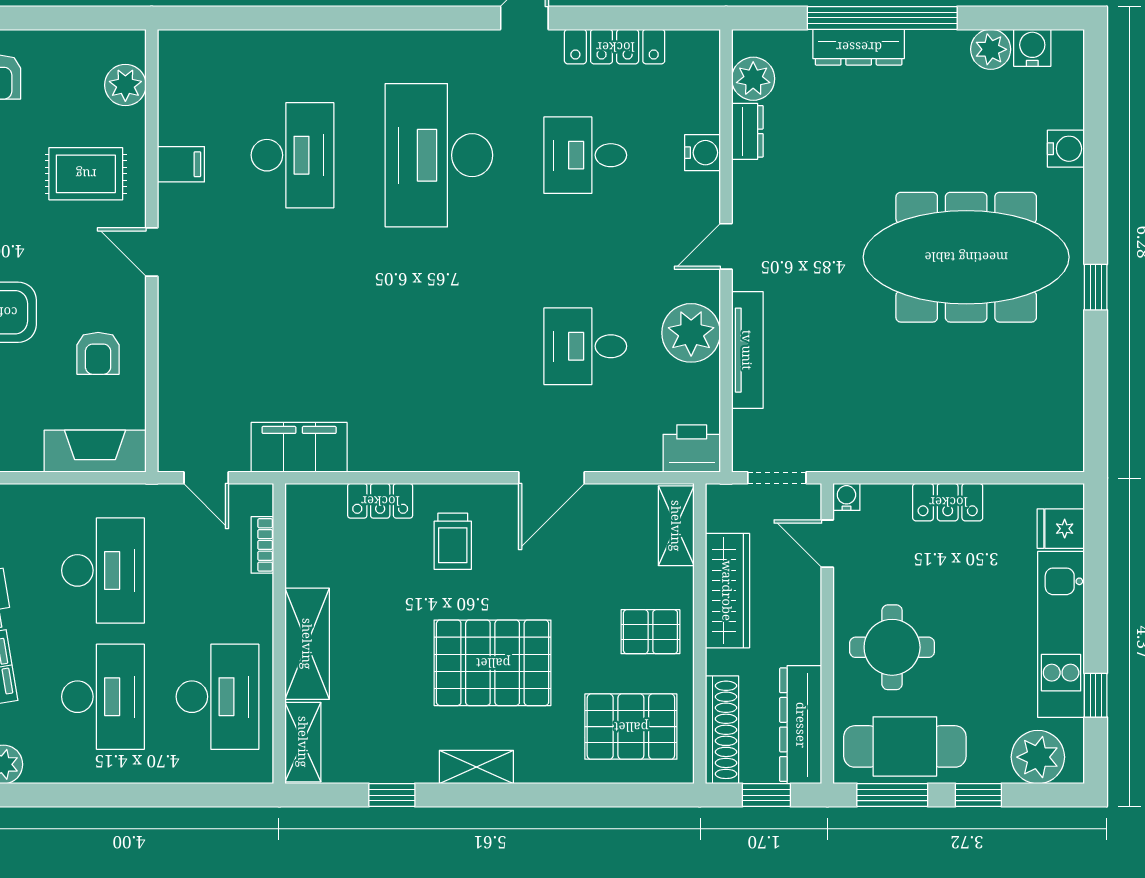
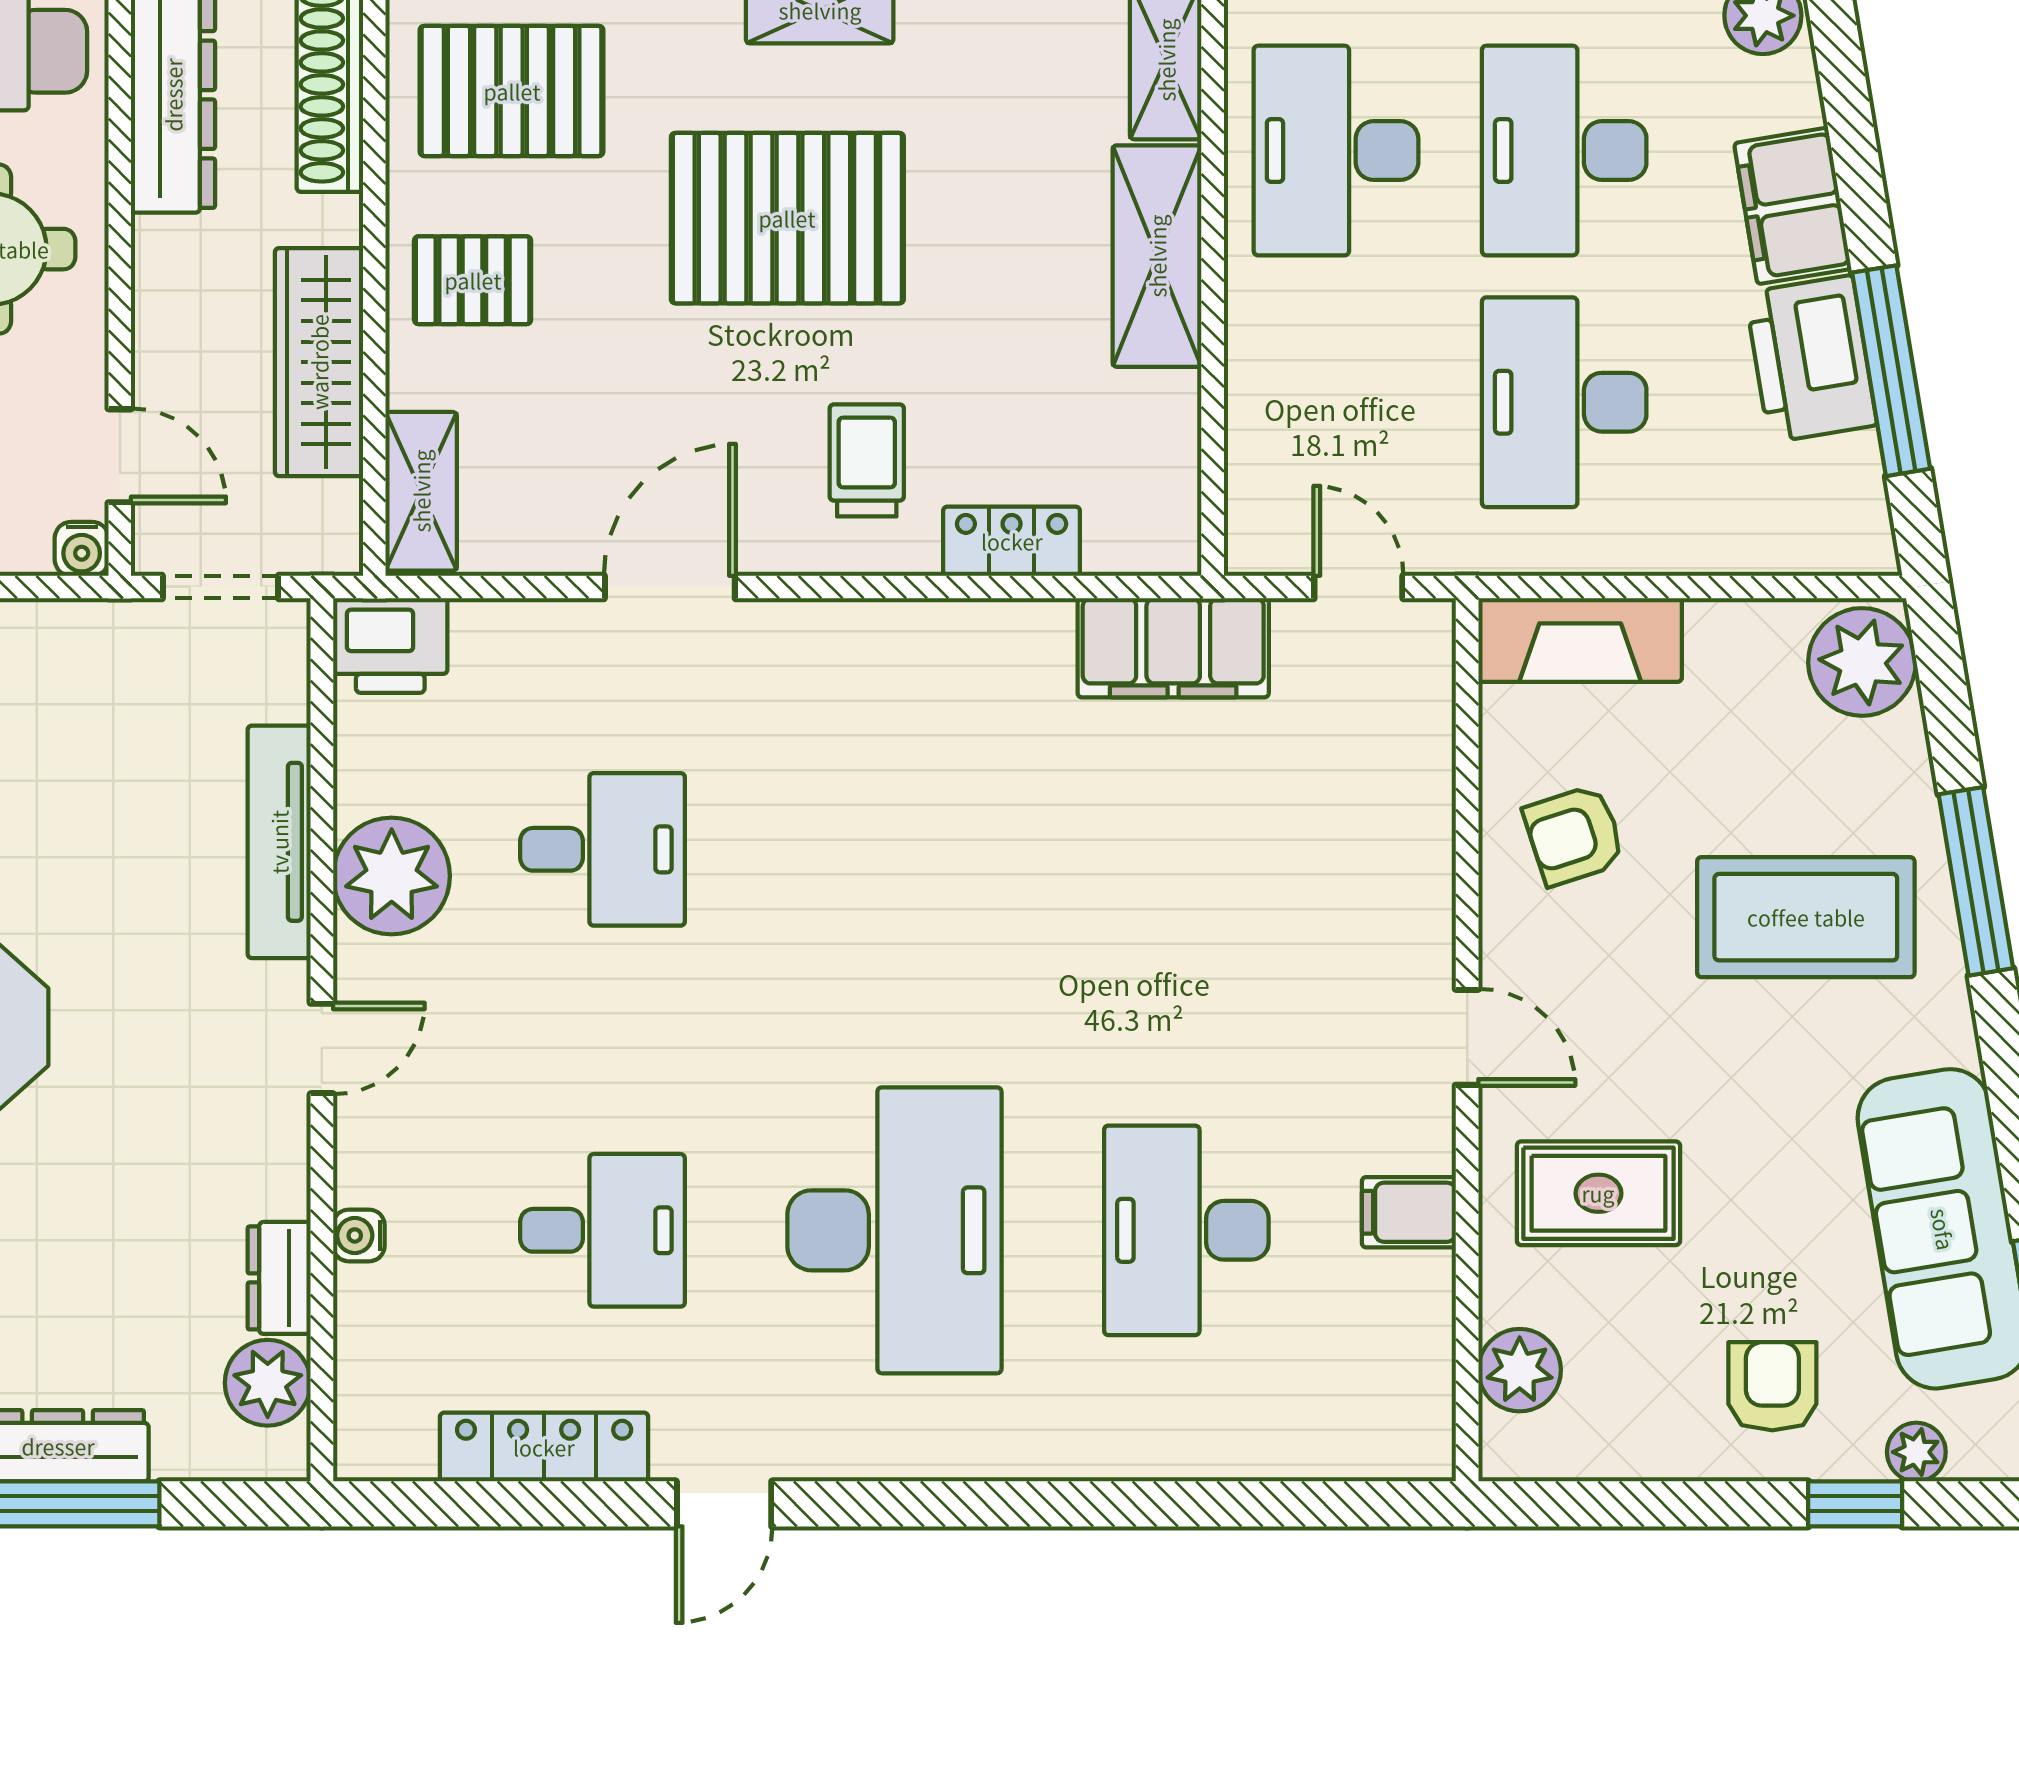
water cooler: (702, 153) -> (359, 1235), width x0.72, depth x0.72
armchair: (98, 353) -> (1574, 835), turned -108
bookcase: (262, 545) -> (1246, 453), removed

